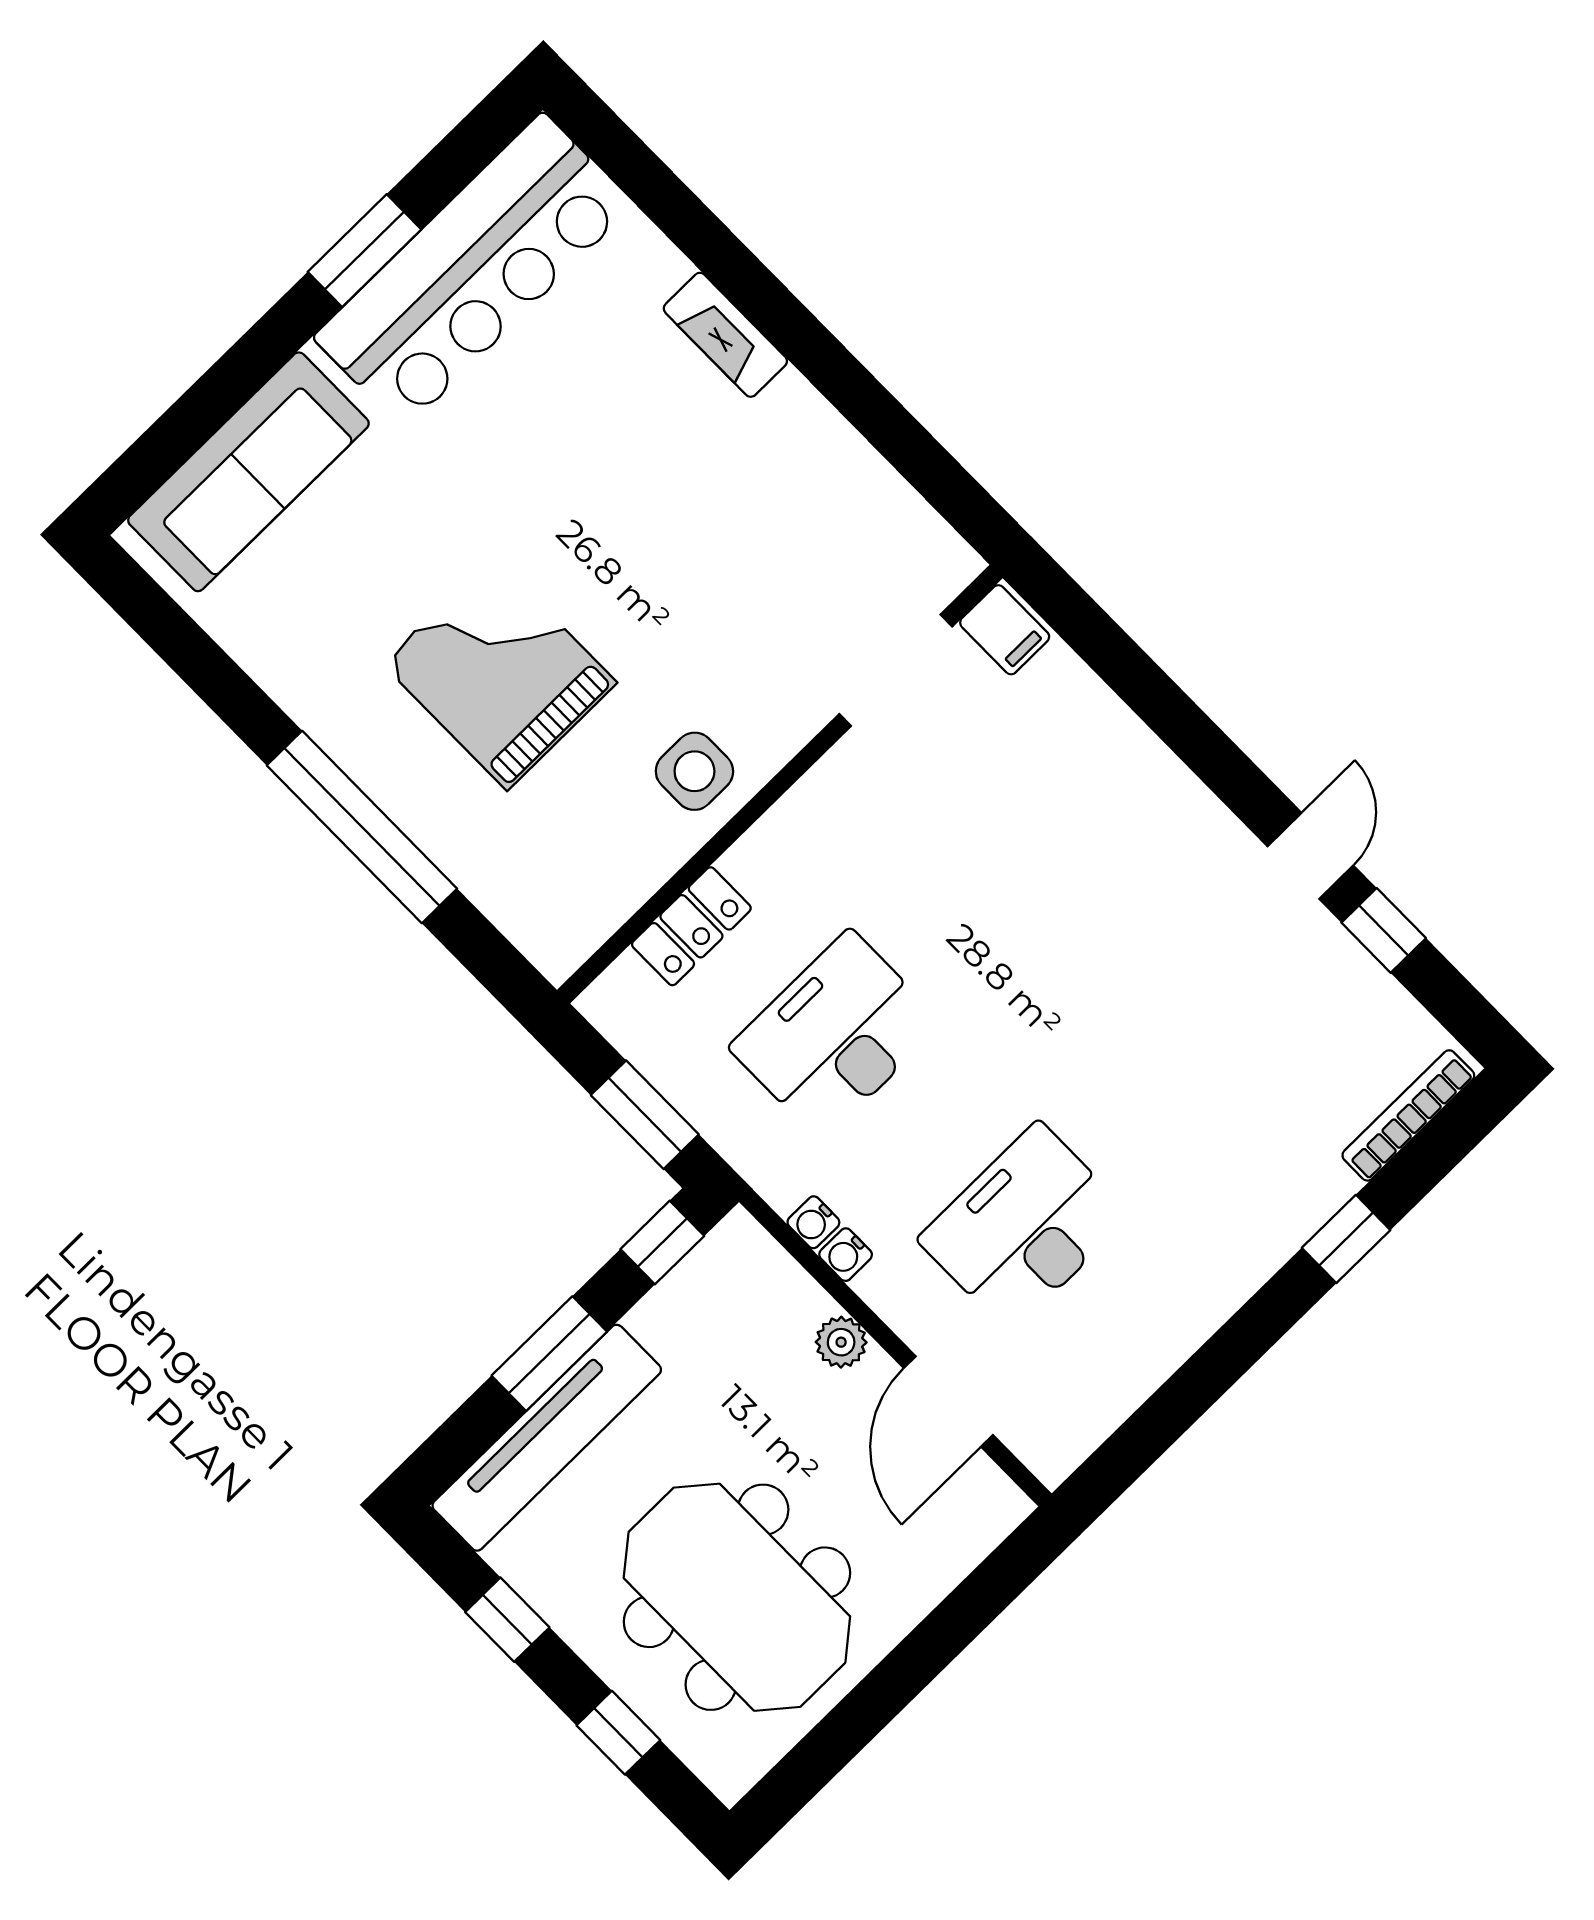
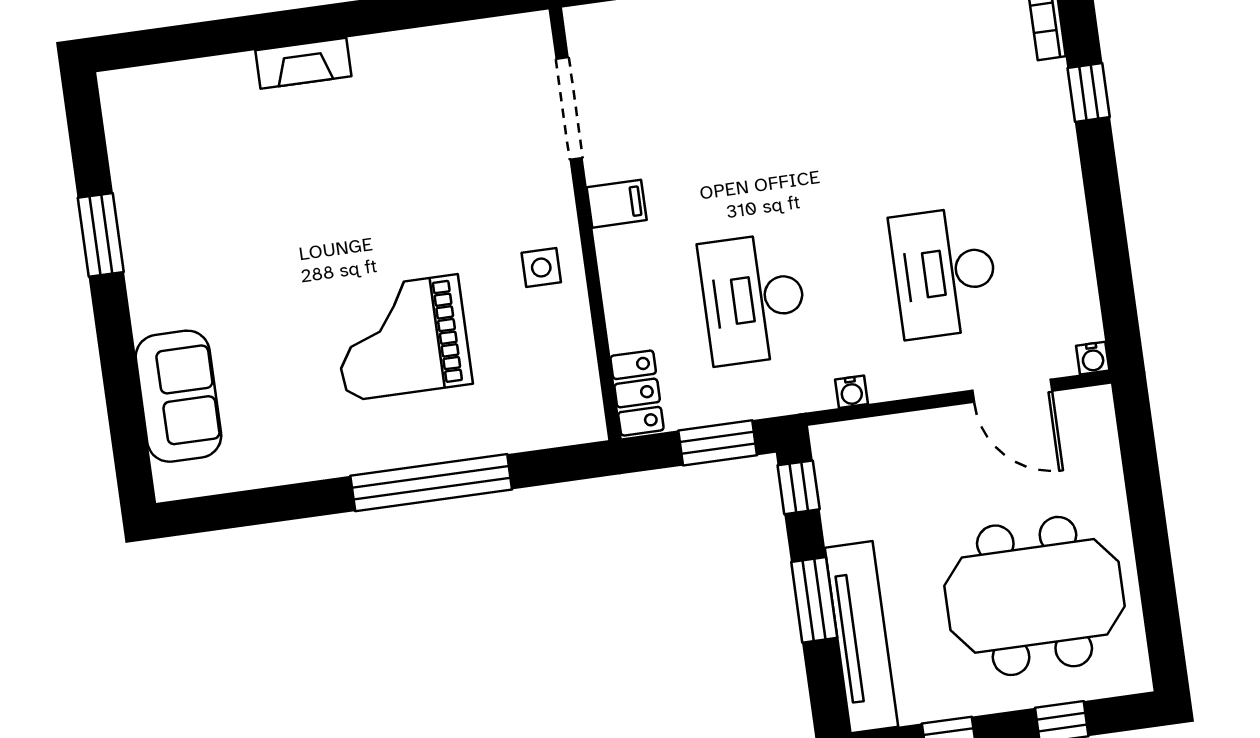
bar counter: (473, 271) -> (159, 181), removed
sofa: (248, 472) -> (178, 396), width x0.73
filing cabinet: (1005, 630) -> (617, 204), moved
side table: (694, 771) -> (541, 268), width x0.73, depth x0.73
locker: (691, 926) -> (637, 393), moved
water cooler: (846, 1255) -> (1093, 358), moved
plant: (841, 1342) -> (932, 427), removed

